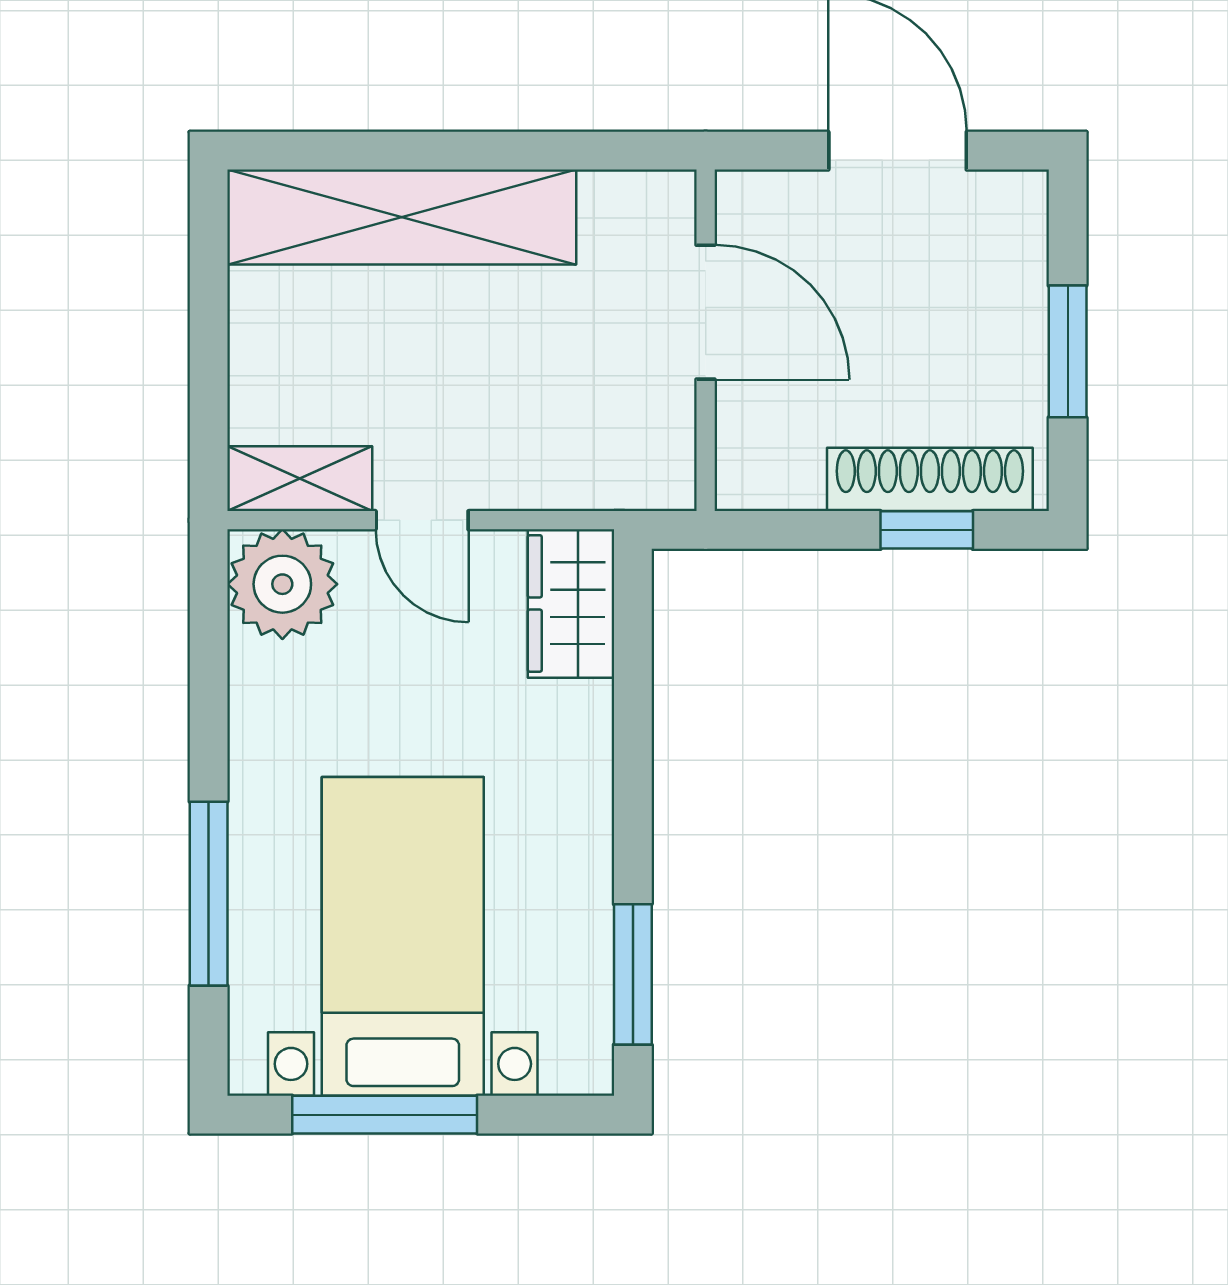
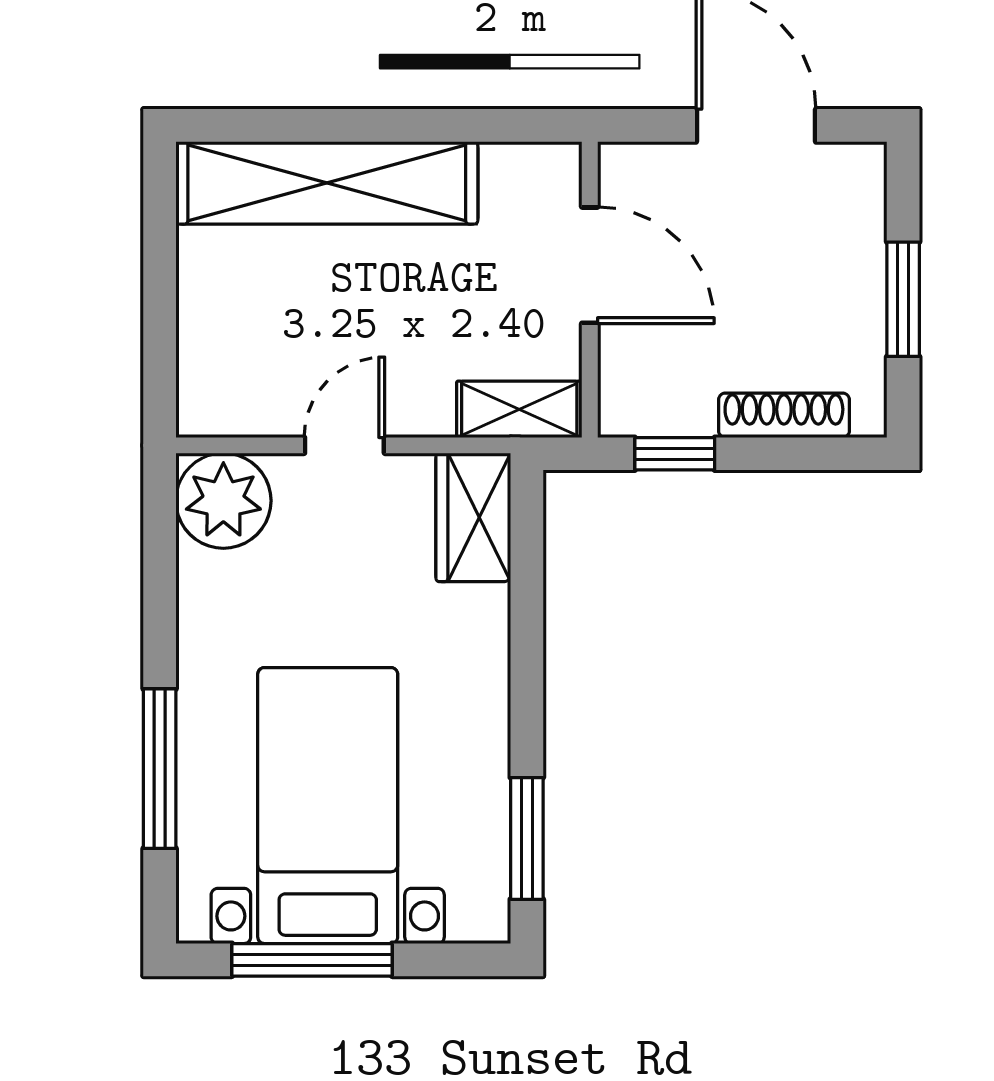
shelving: (300, 479) -> (519, 409), moved
shoe rack: (930, 479) -> (784, 415), width x0.74, depth x0.81
door: (422, 520) -> (344, 445), swing flipped
window: (927, 530) -> (675, 454), moved

